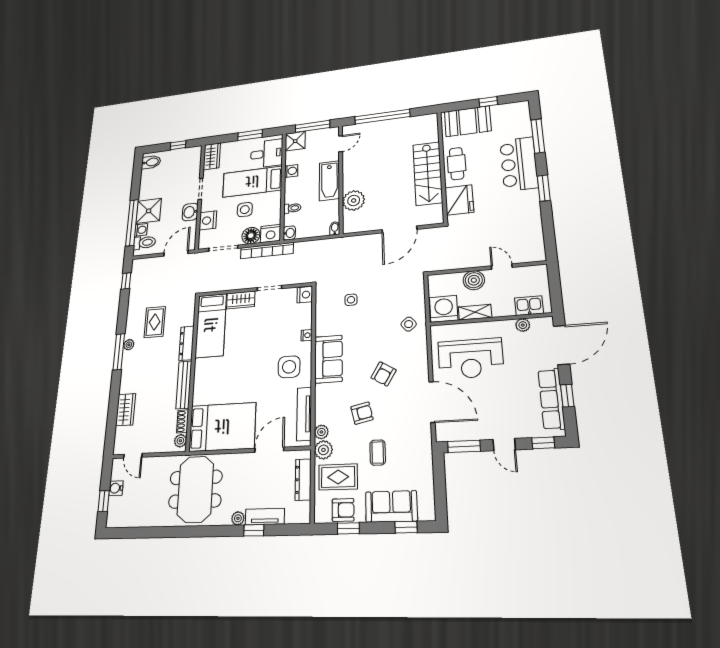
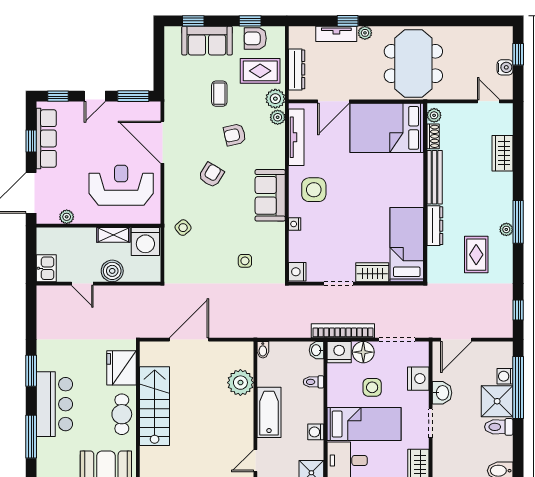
toilet: (144, 243) -> (499, 427), moved
kitchen sink: (529, 306) -> (46, 268), moved, turned -90
door: (504, 445) -> (95, 96), swing flipped

